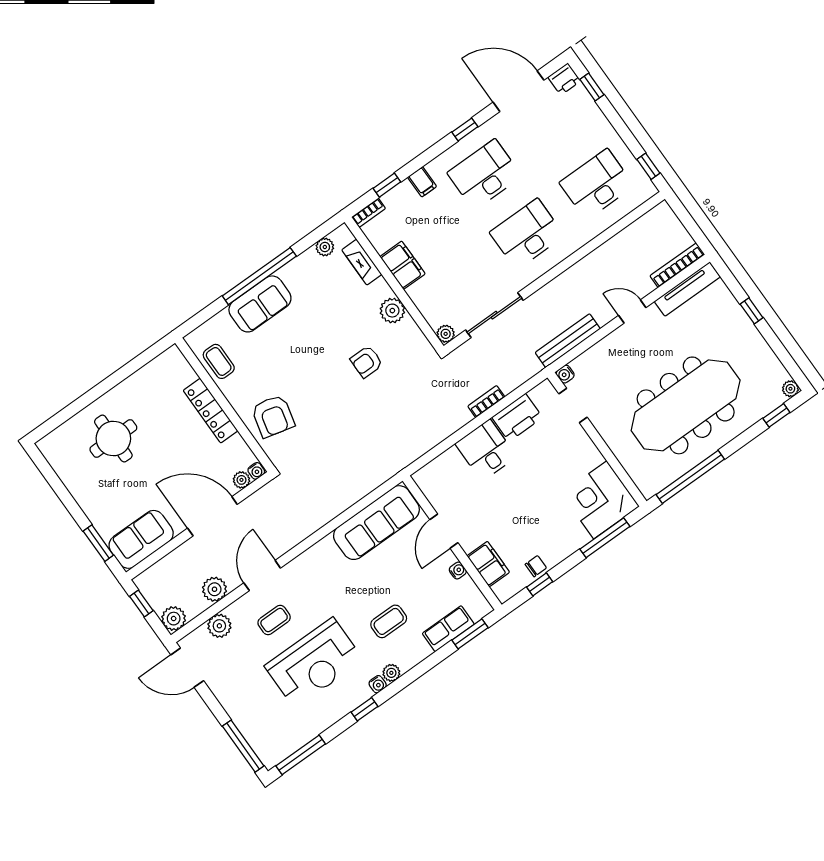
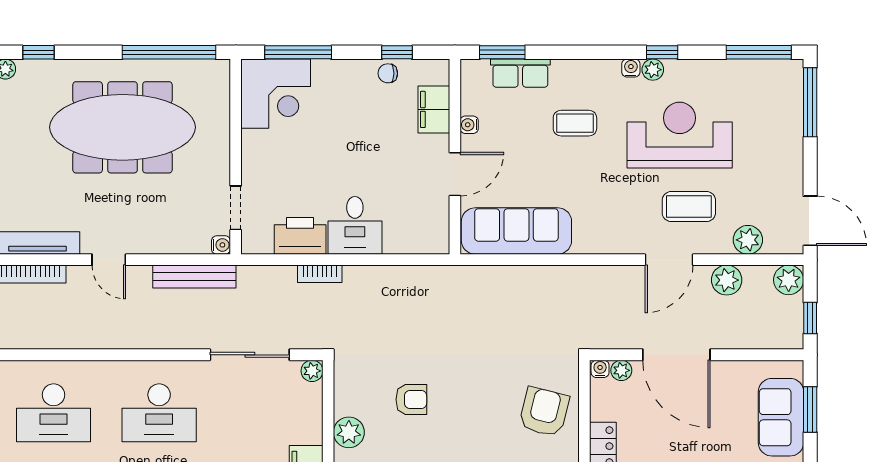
sofa: (141, 539) -> (781, 417), moved, turned 90
coffee table: (274, 620) -> (689, 207), width x1.36, depth x1.30
plant: (391, 673) -> (653, 70), moved

